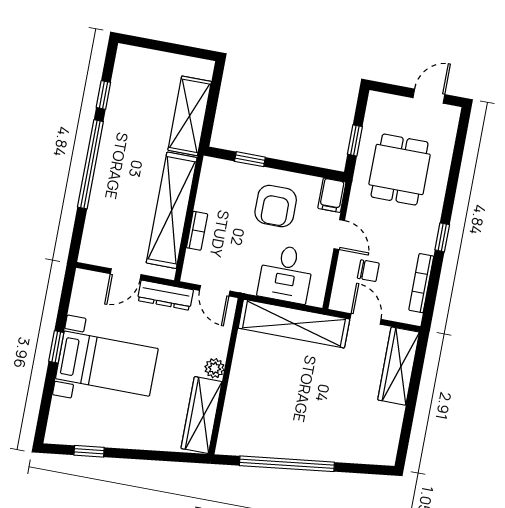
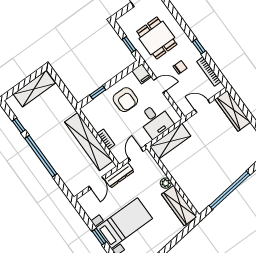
shelving: (190, 116) -> (34, 89), moved, turned 90
chair: (368, 271) -> (180, 67), moved
door: (215, 291) -> (136, 154), swing flipped
shelving: (294, 324) -> (170, 141), width x0.68

